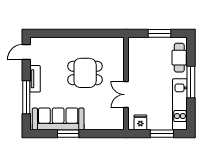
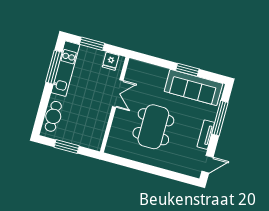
dining table: (85, 73) -> (153, 127), width x1.38
window: (191, 82) -> (54, 67), moved

